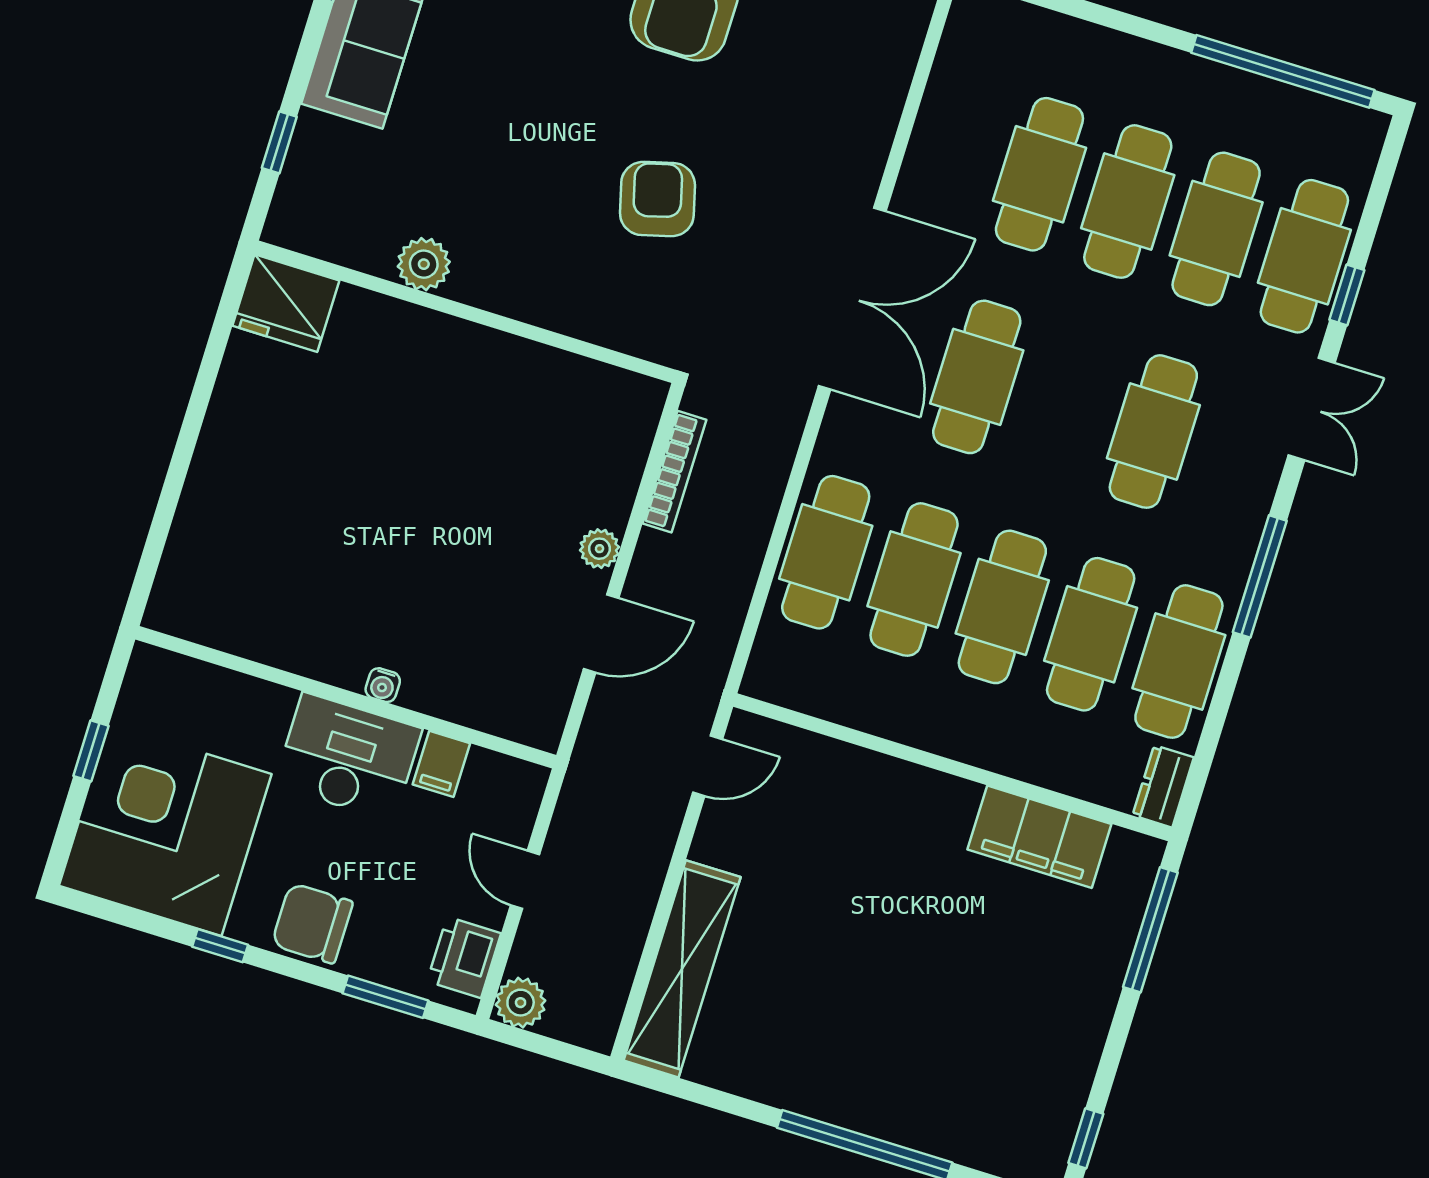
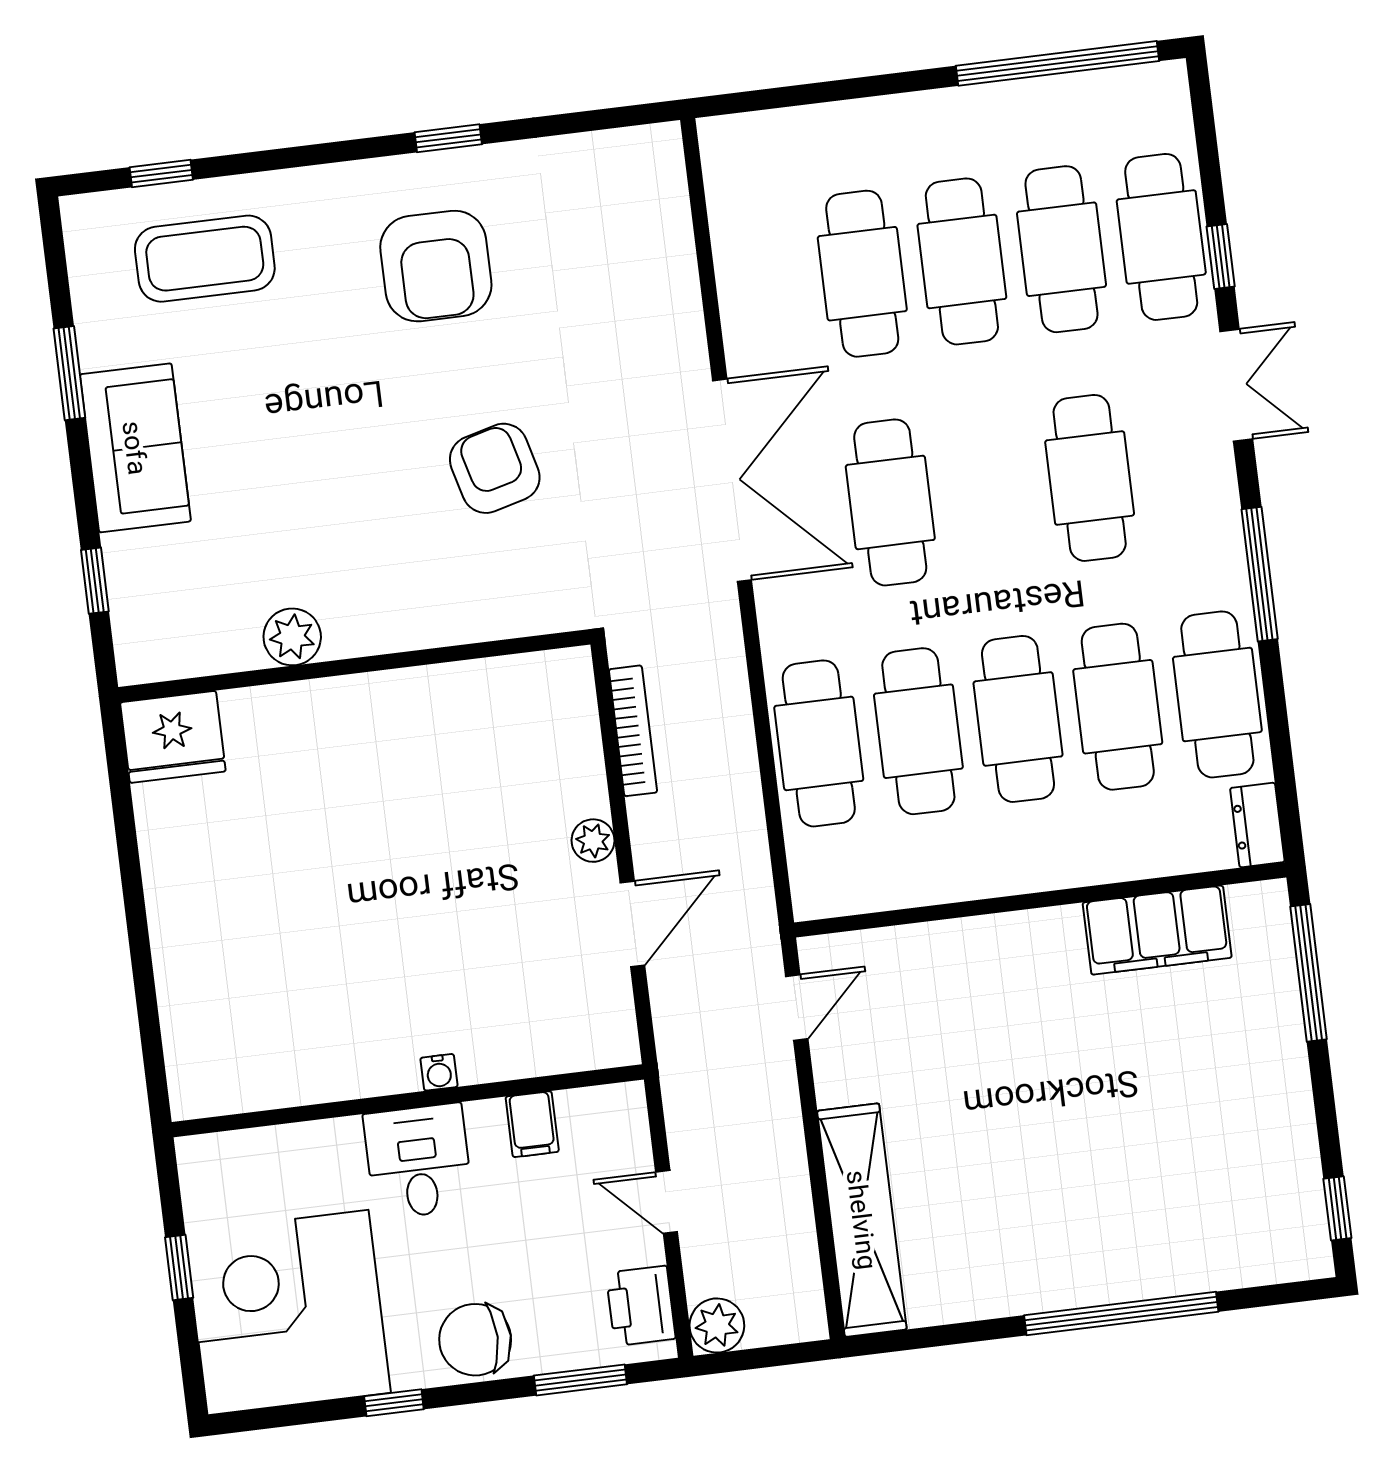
desk: (348, 757) -> (418, 1161), width x0.73

